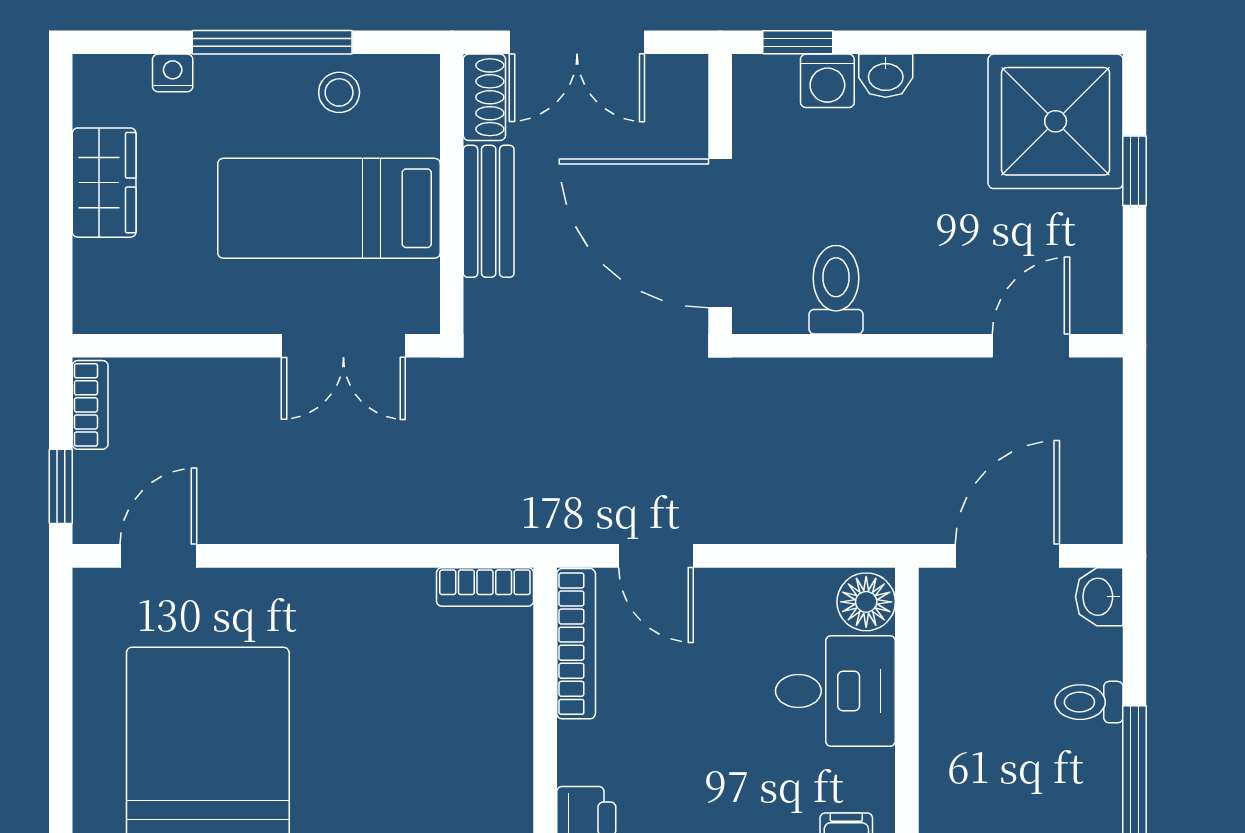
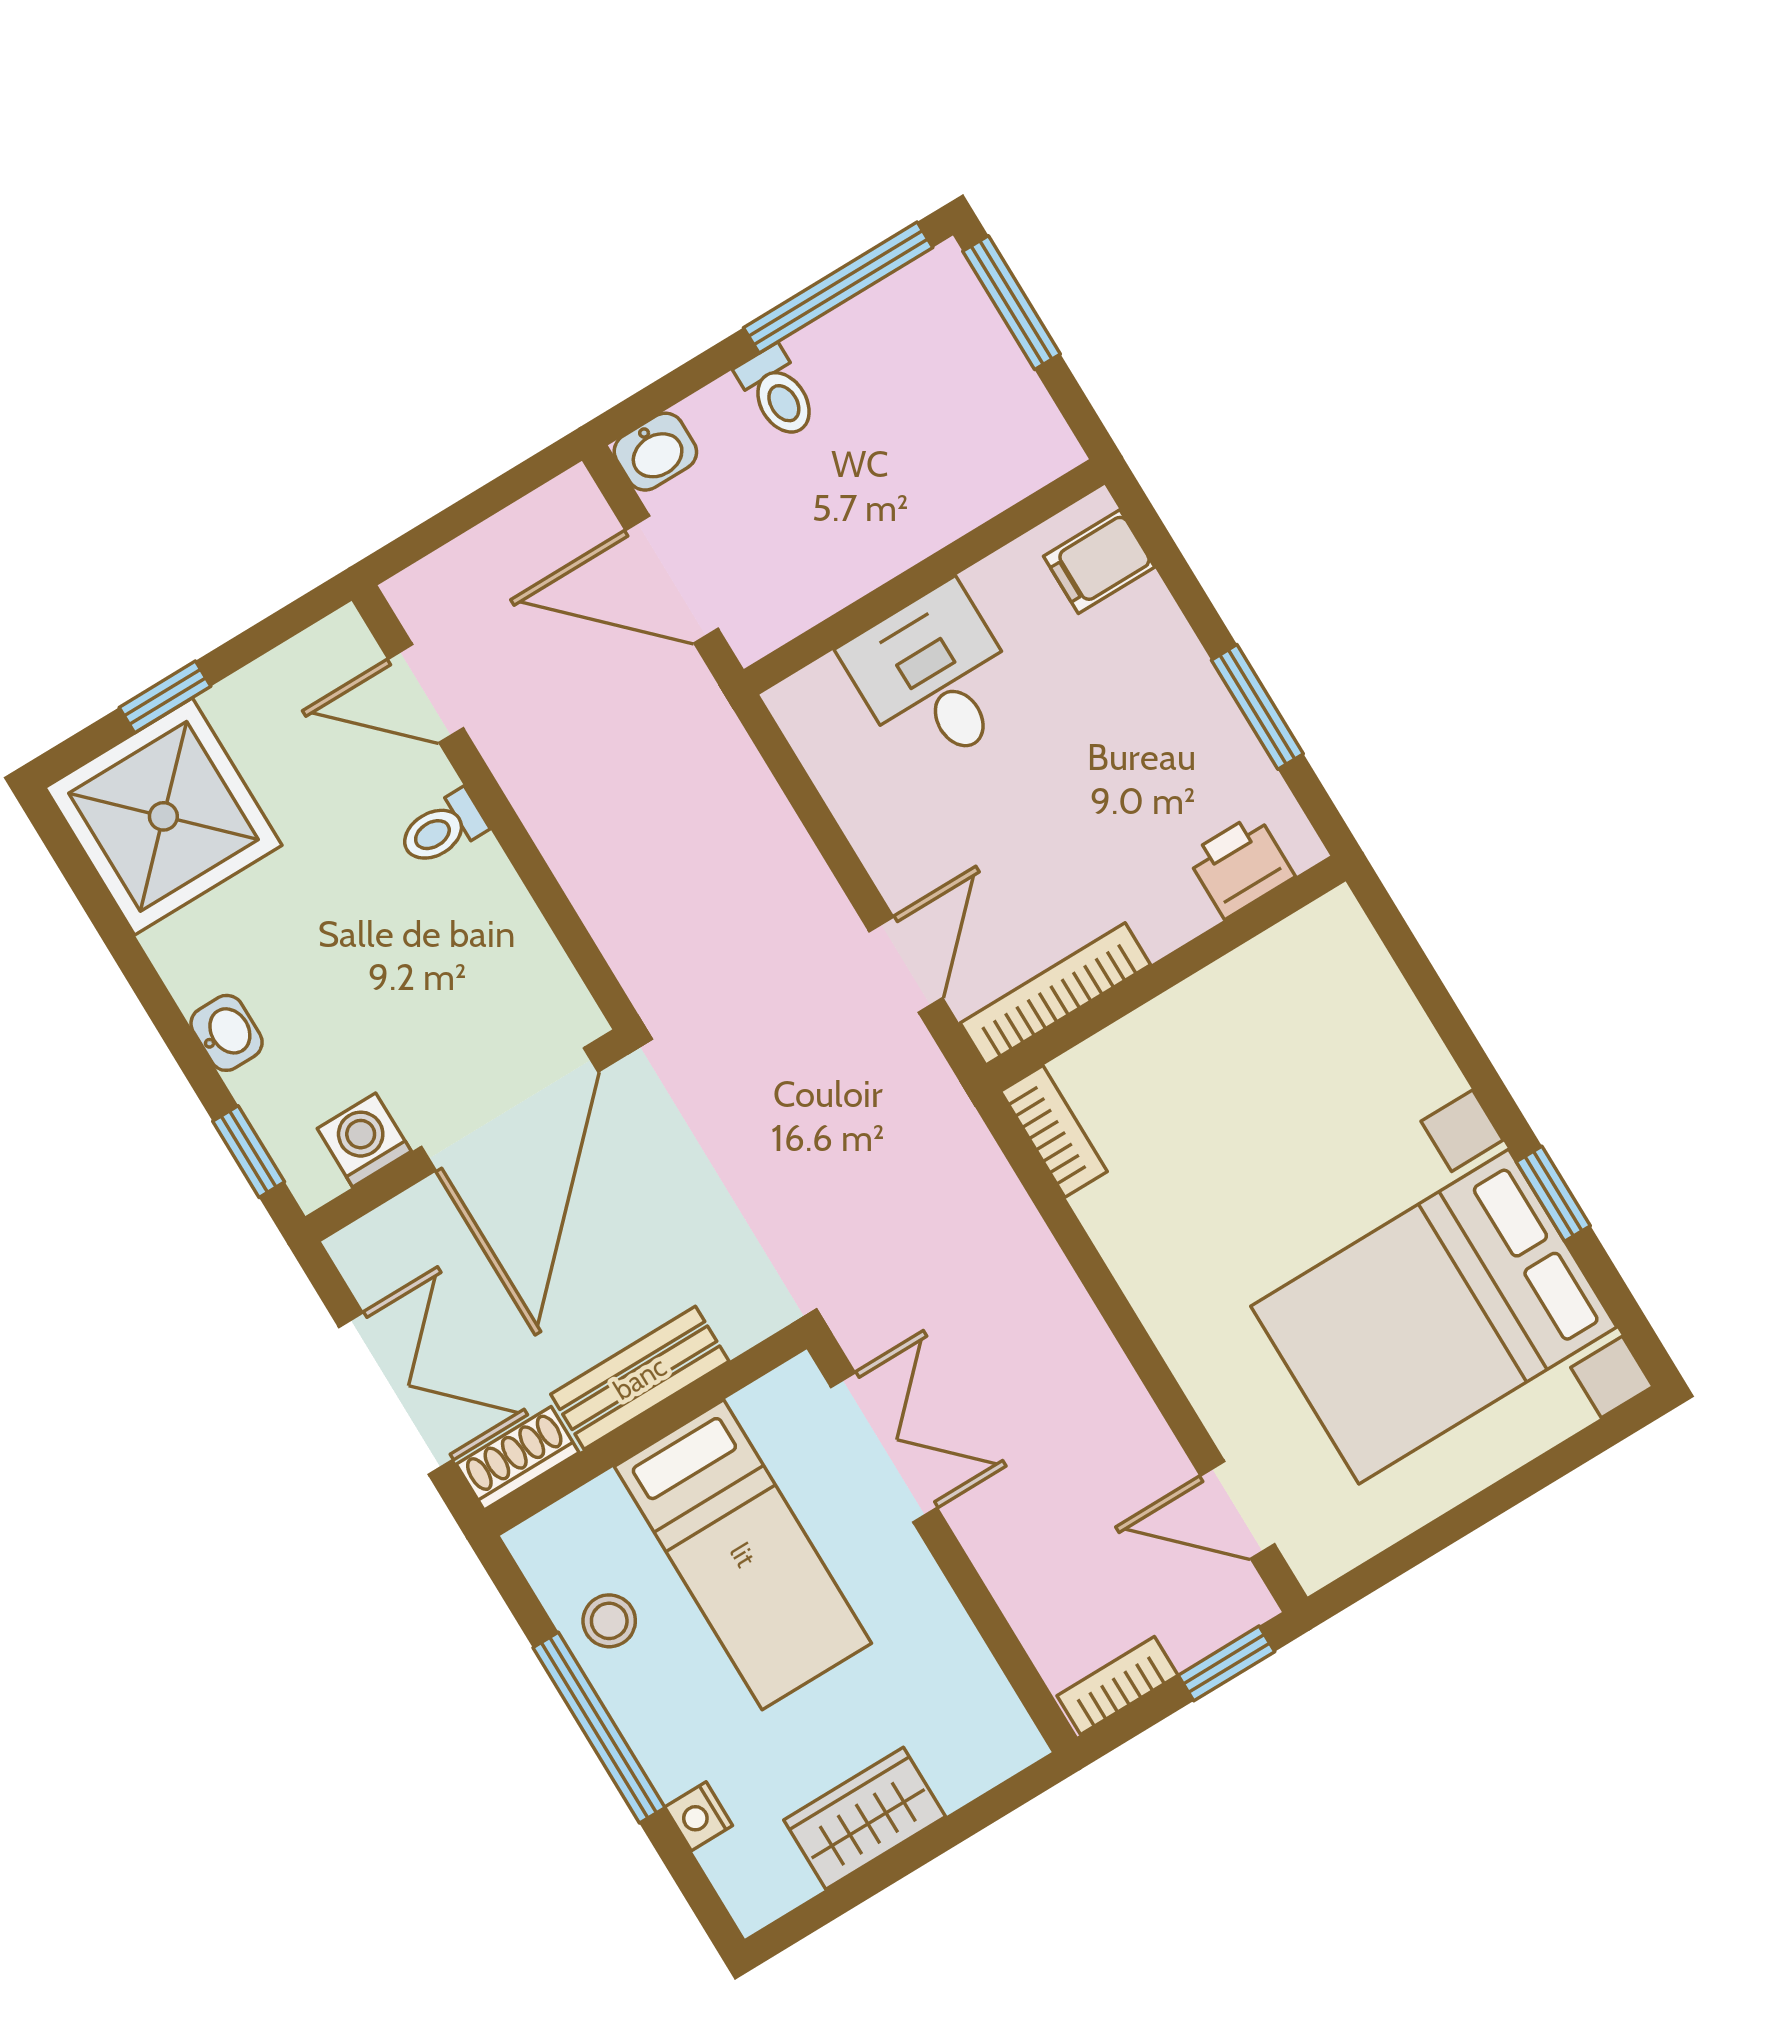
washing machine: (827, 81) -> (364, 1140), moved, turned -90
toilet: (836, 290) -> (442, 829), moved, width x0.73, depth x0.72
floor lamp: (866, 602) -> (816, 704), removed

